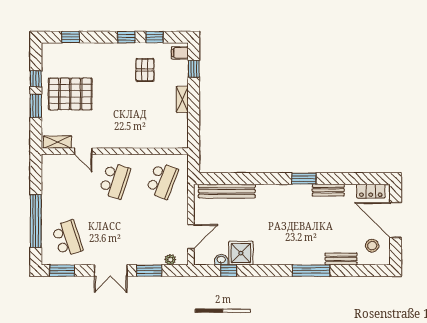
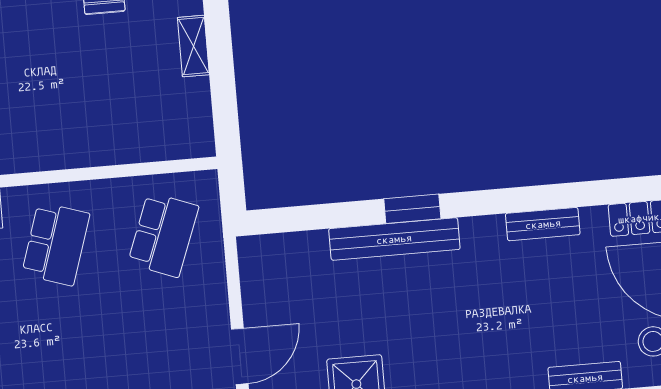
window: (304, 179) -> (412, 209), moved
bench: (227, 191) -> (394, 239), moved

